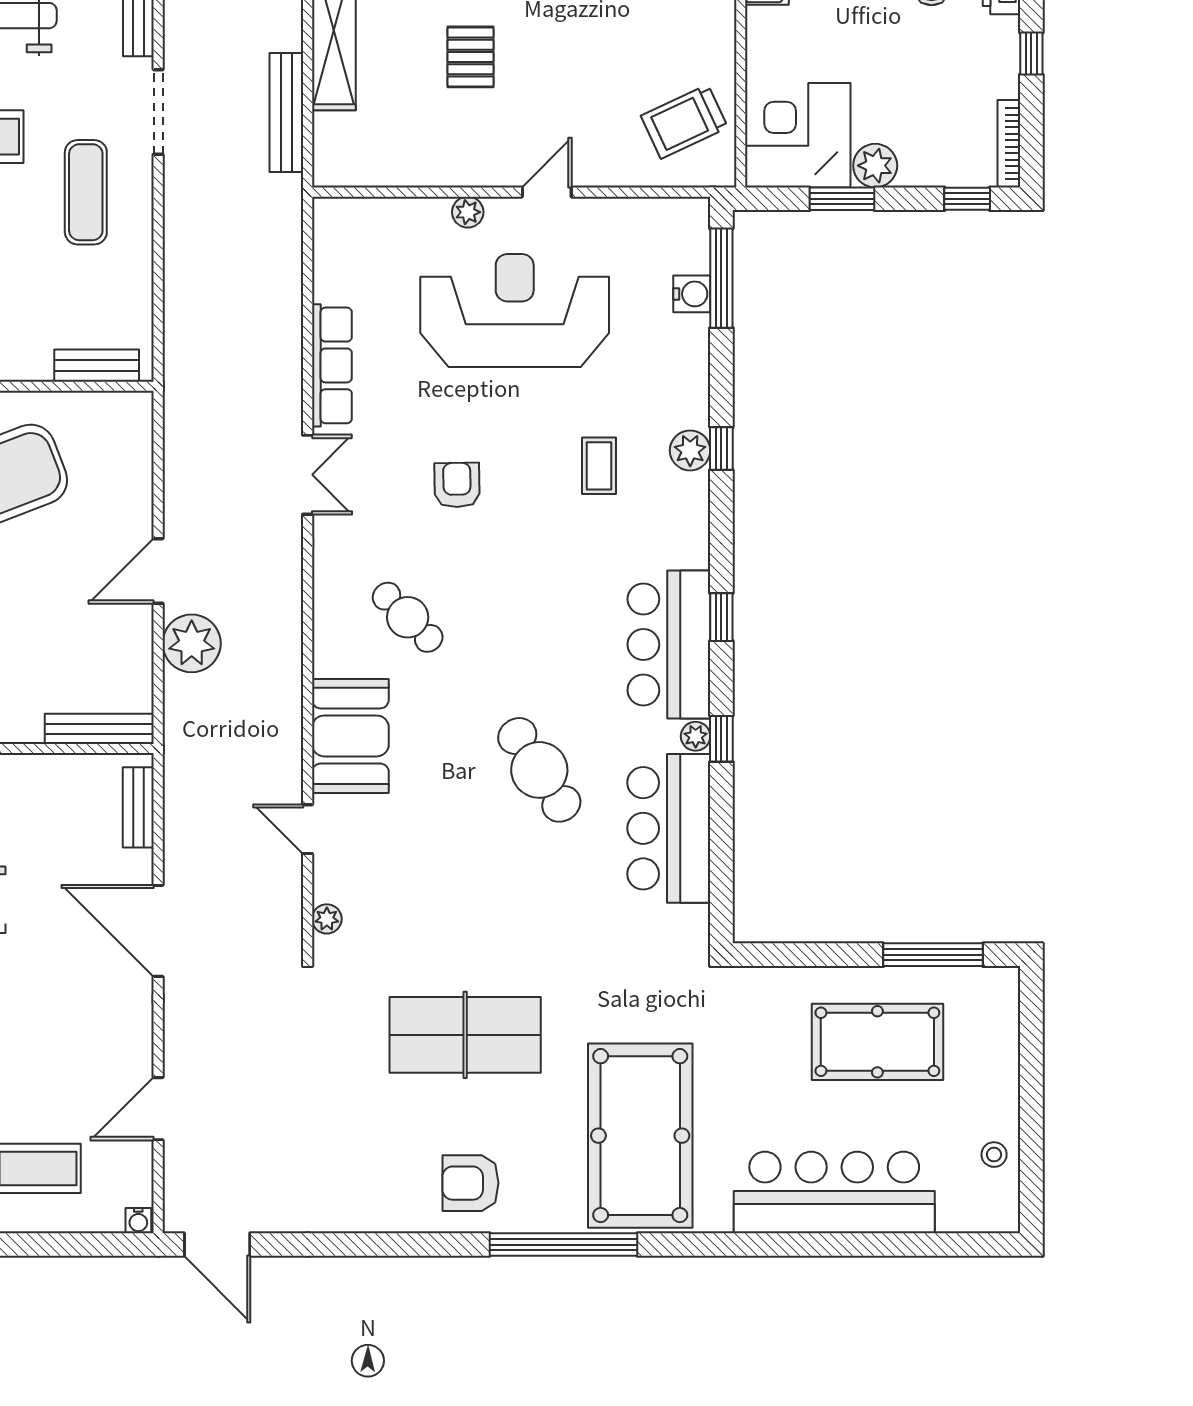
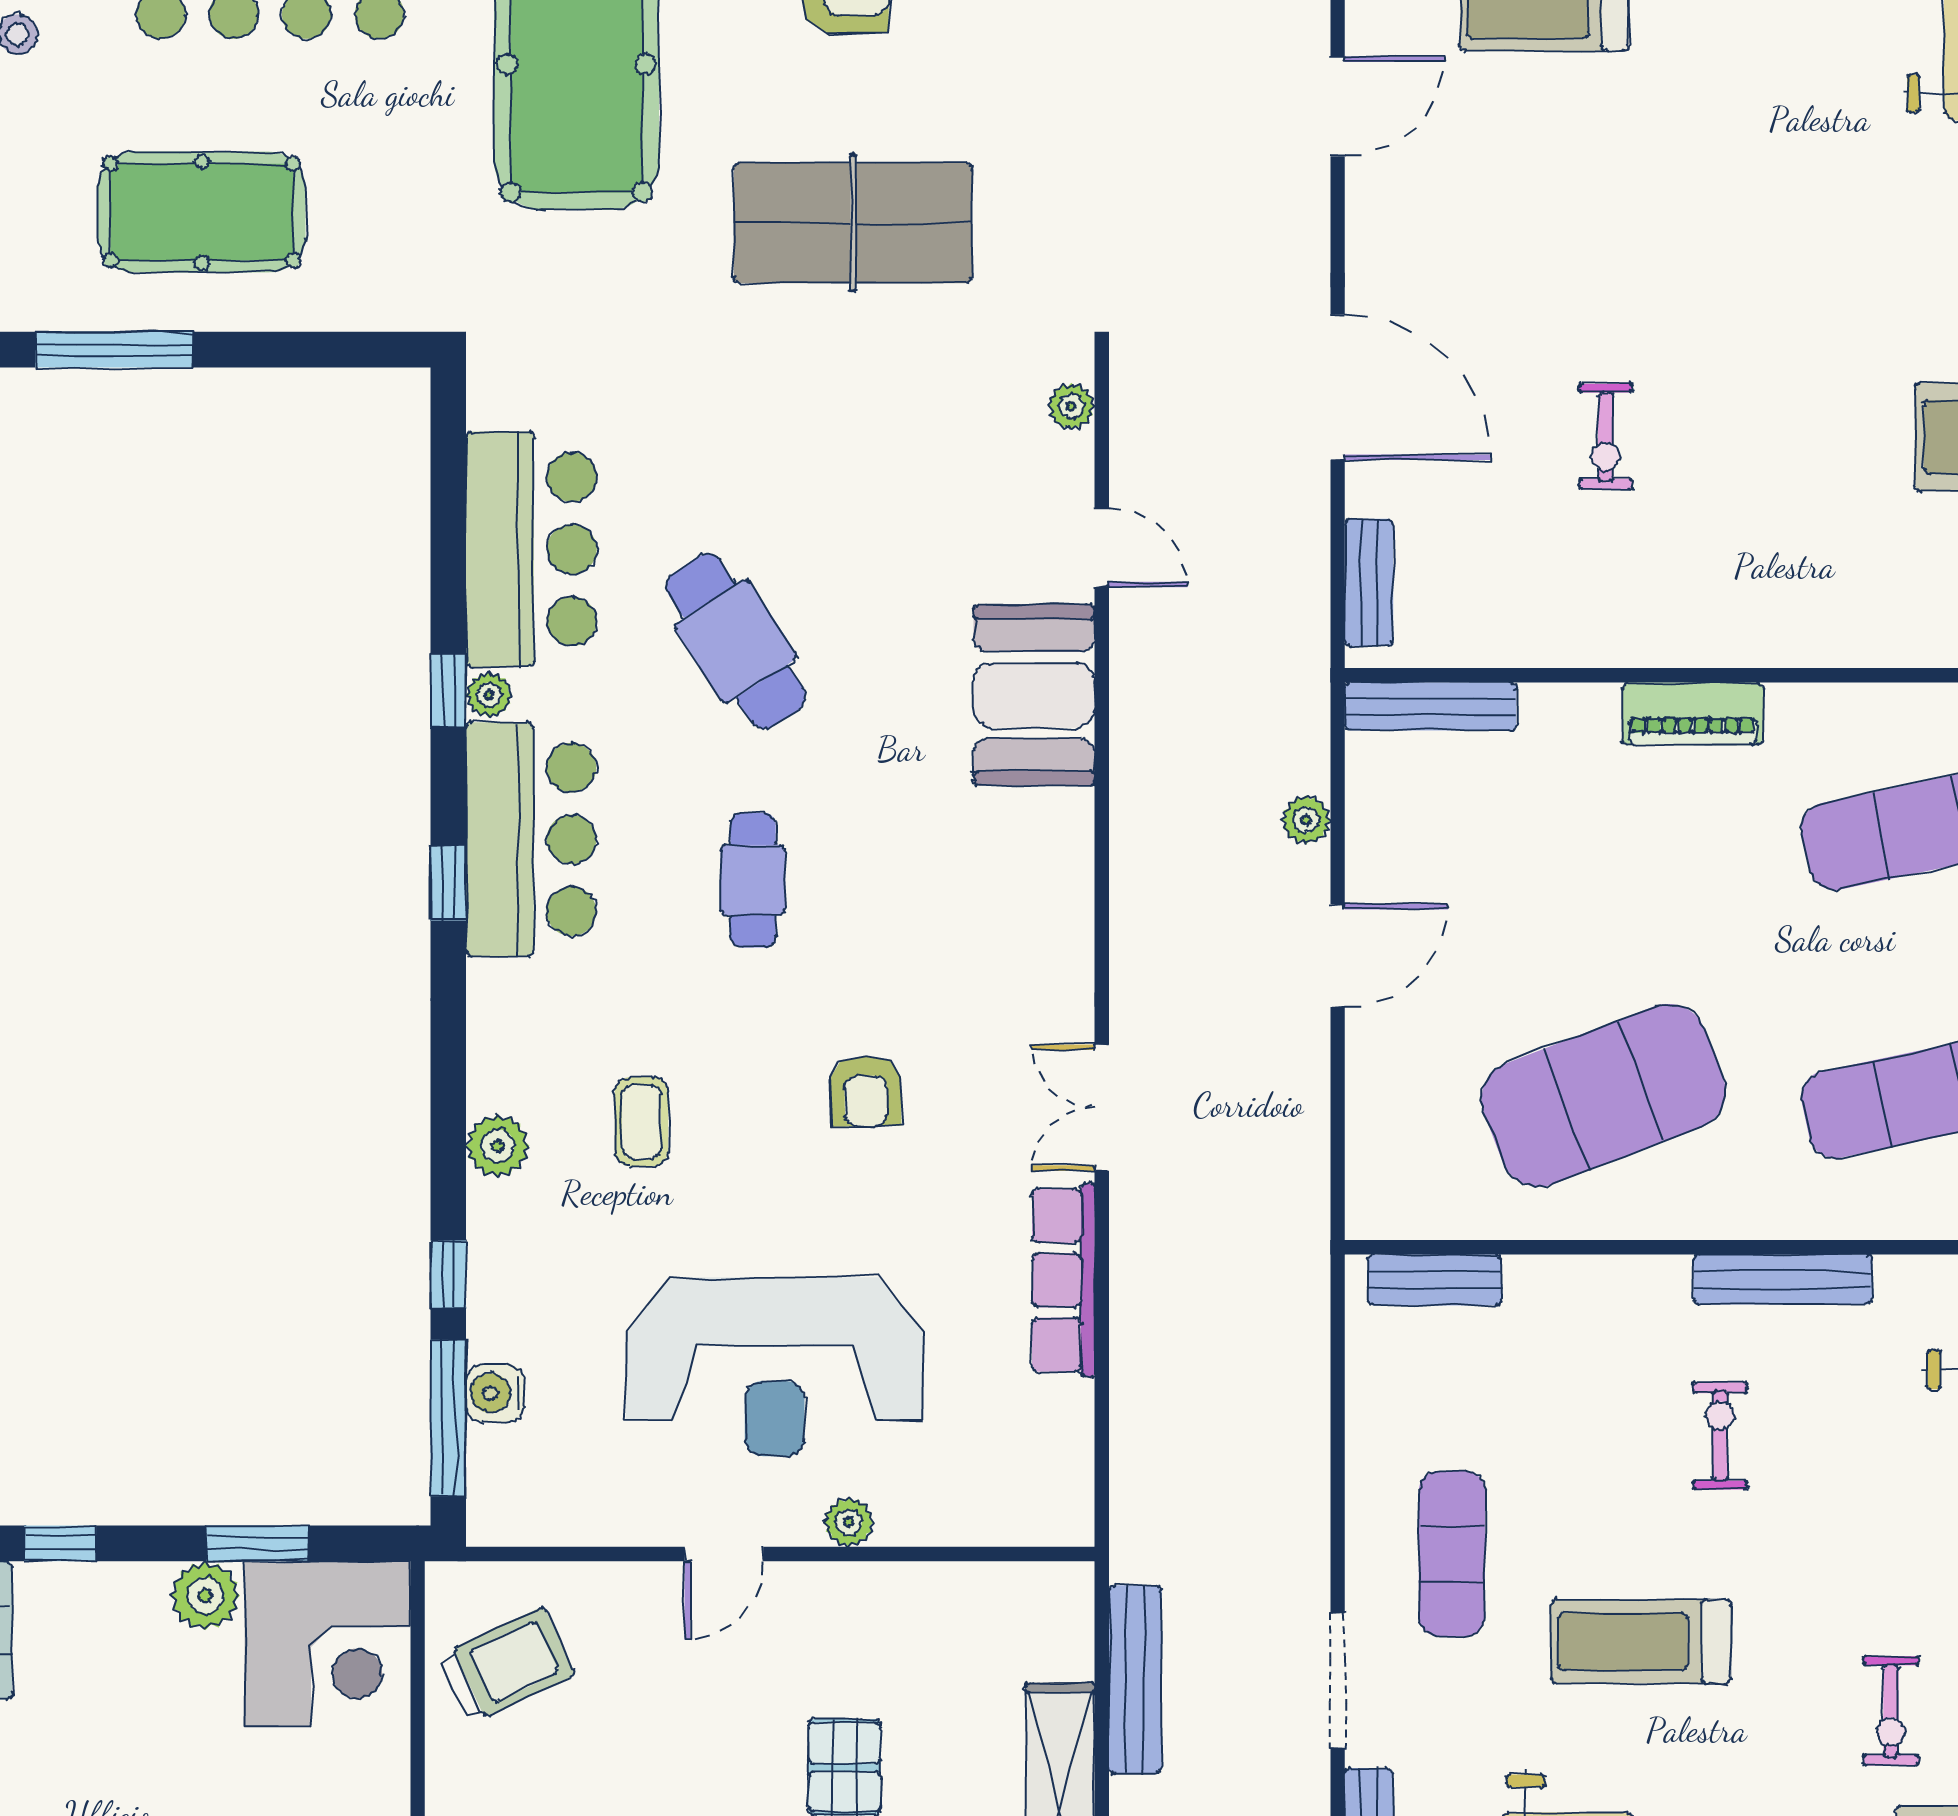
window: (721, 448) -> (448, 1274), moved
cafe table: (408, 617) -> (753, 880), moved, turned 45
plant: (192, 643) -> (1306, 820), width x0.53, depth x0.53

